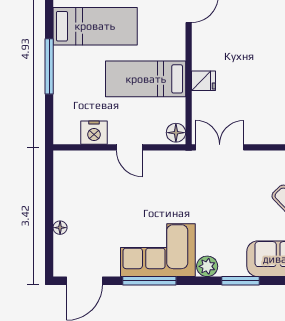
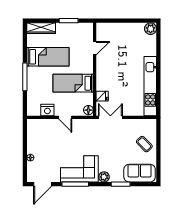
fridge: (203, 81) -> (102, 96), moved

